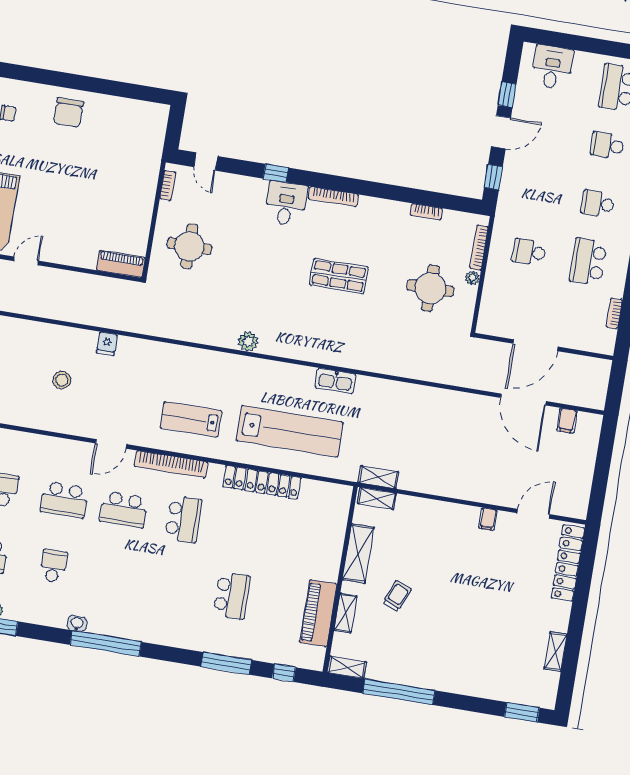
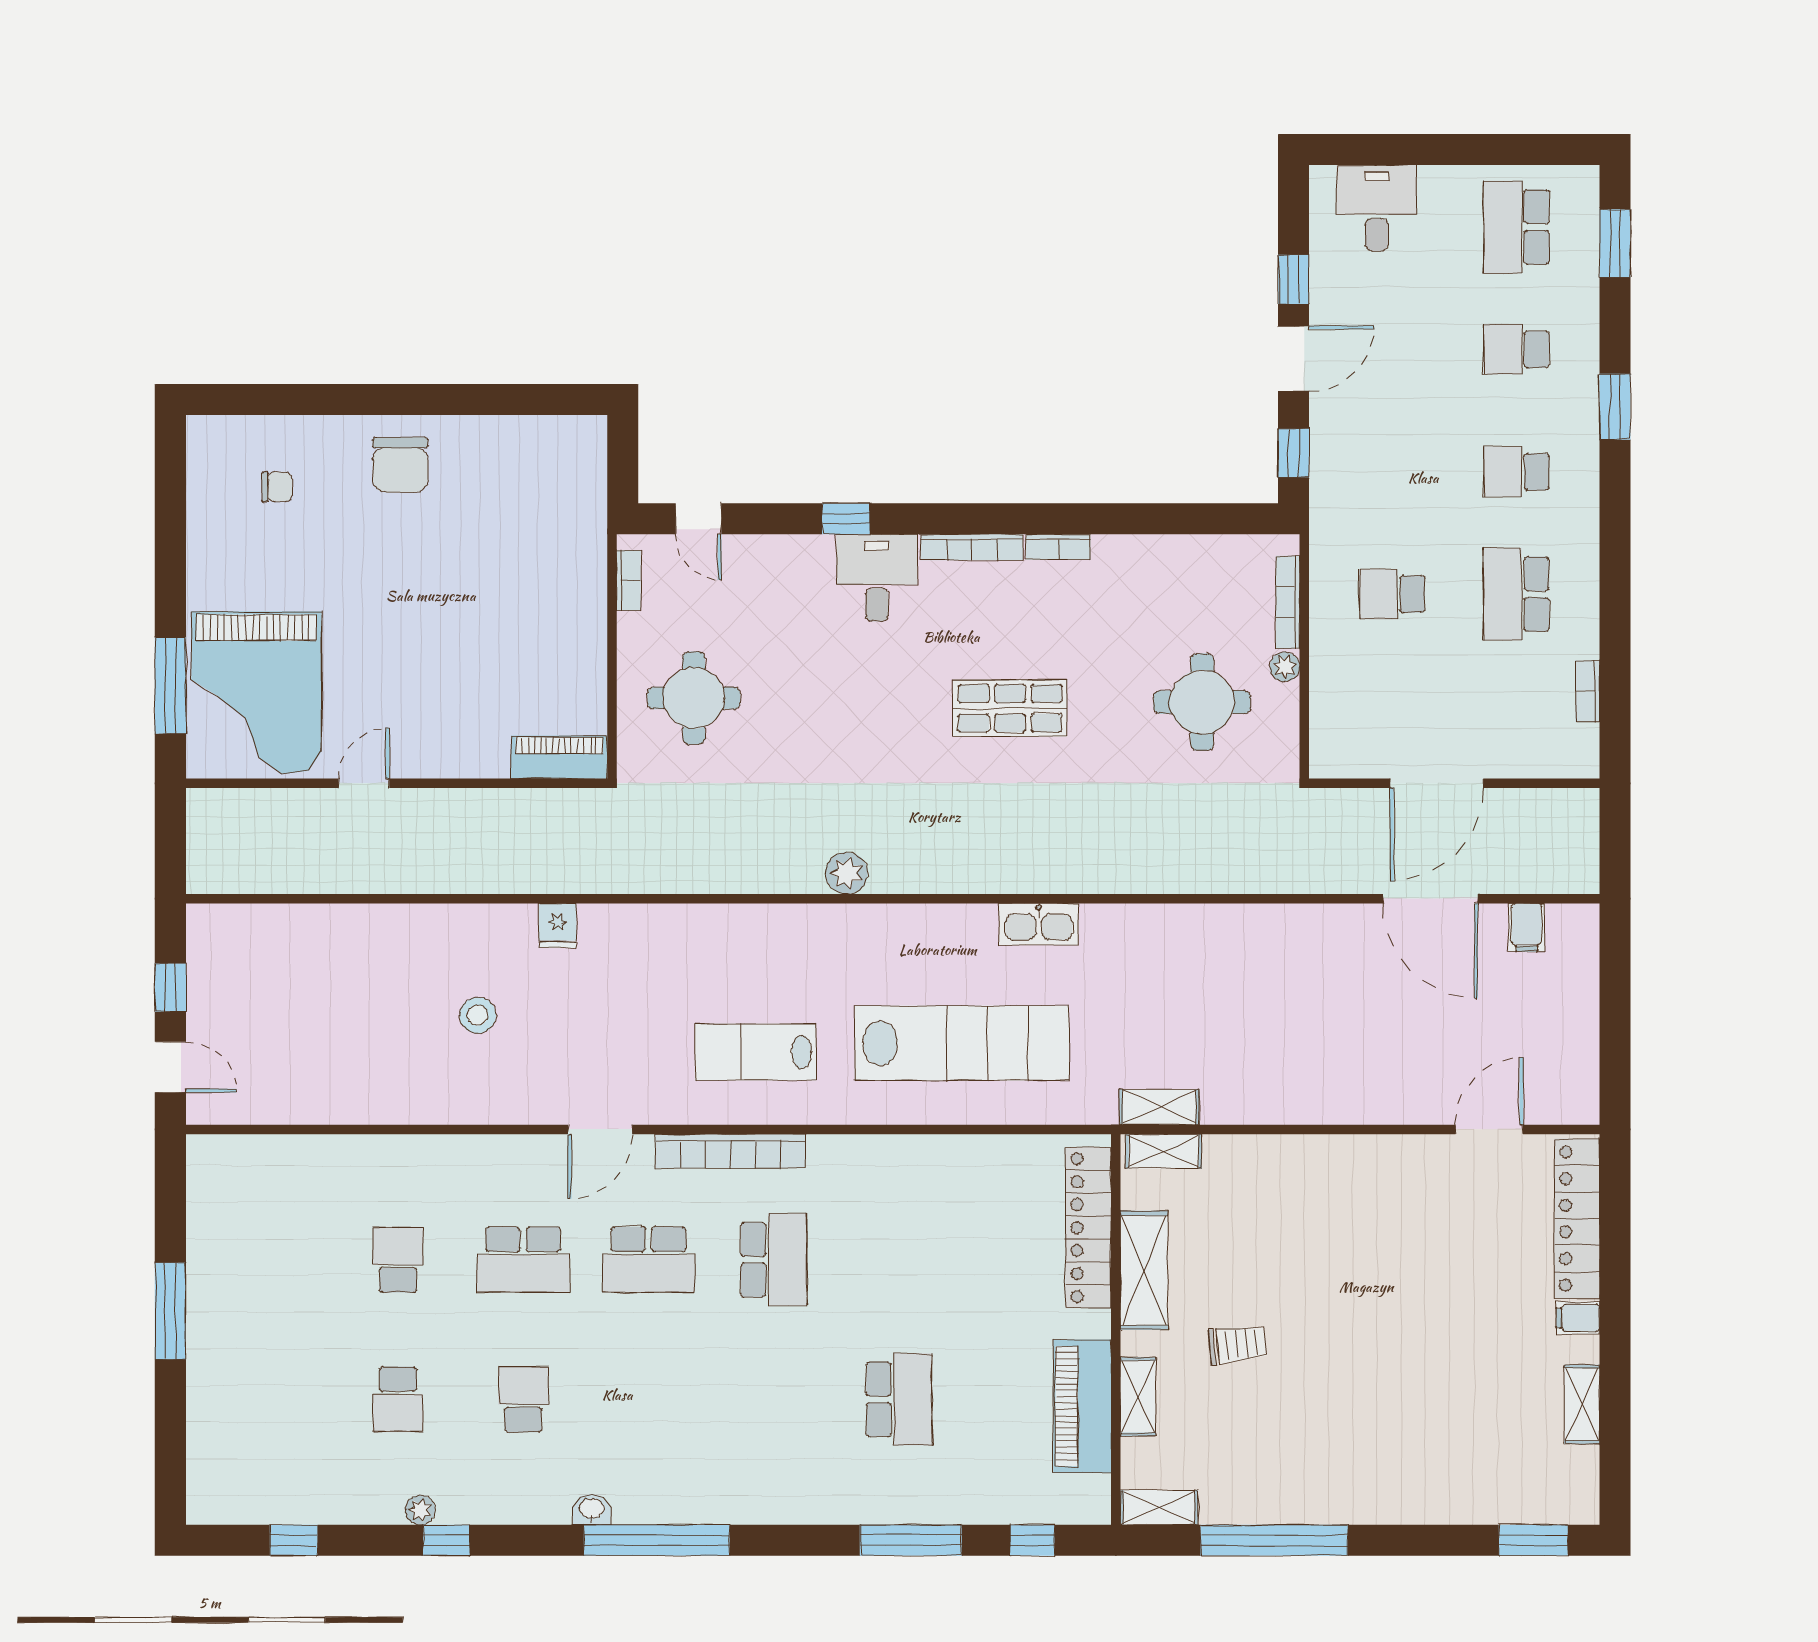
bookcase: (426, 212) -> (1058, 547), moved
locker: (262, 482) -> (1088, 1228), moved, turned 90
filing cabinet: (488, 519) -> (1578, 1318), moved, turned 90
trolley: (397, 596) -> (1238, 1344), turned 62

